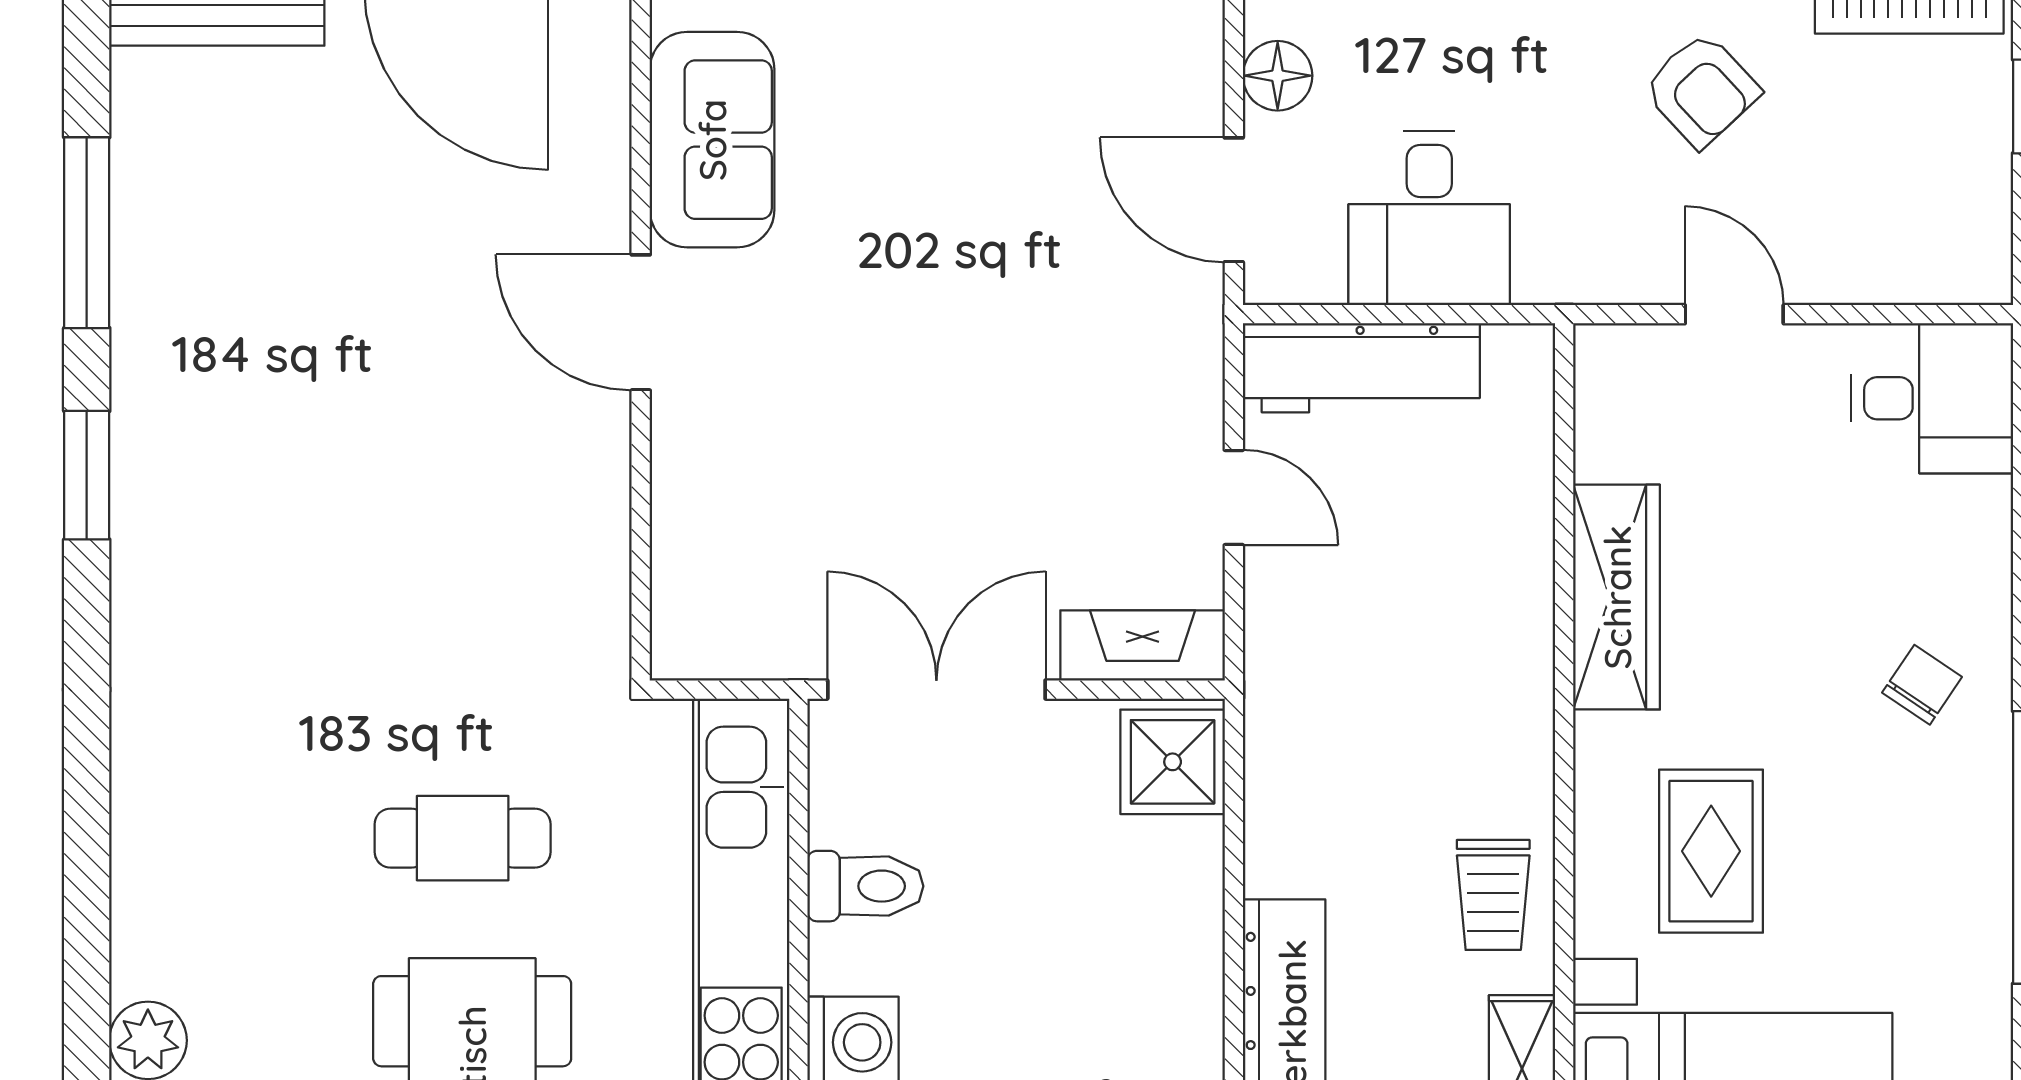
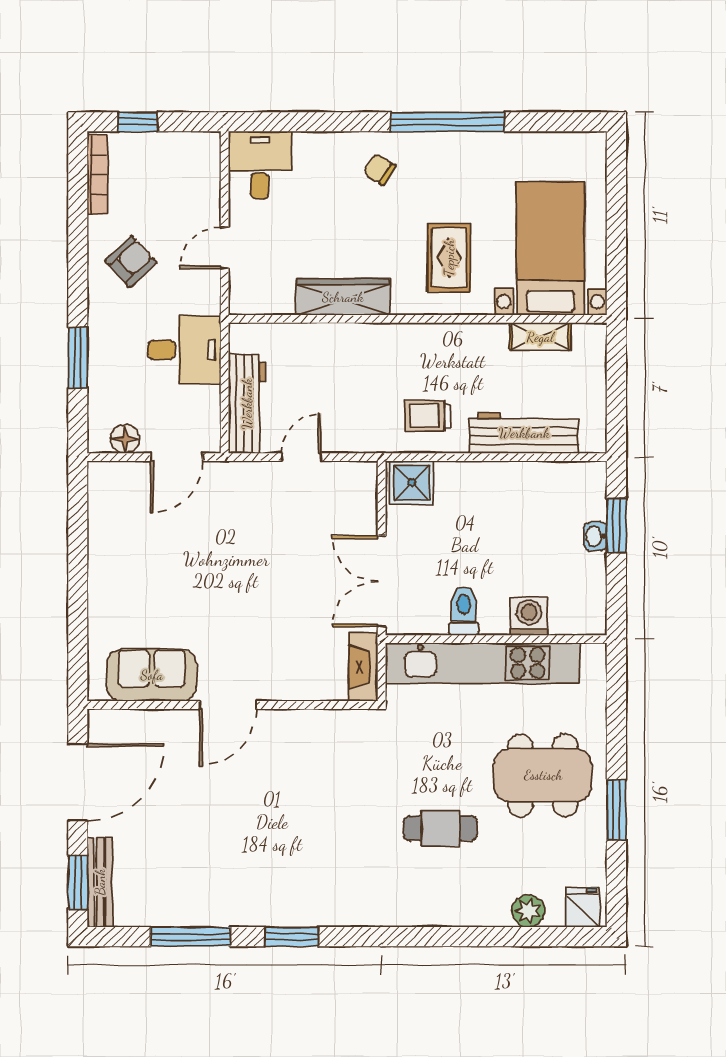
desk: (1429, 218) -> (184, 350), moved
fireplace: (1143, 645) -> (363, 667), moved
cafe table: (463, 838) -> (440, 828), moved, turned 90
rug: (1711, 851) -> (449, 258), turned 90
trolley: (1493, 895) -> (428, 416), moved, turned 180

